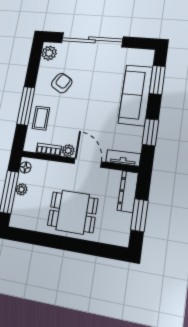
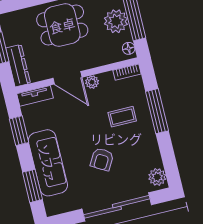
armchair: (62, 83) -> (102, 159), moved
coffee table: (41, 118) -> (122, 117), moved, turned 90
bookcase: (49, 149) -> (127, 72), moved
plant: (21, 189) -> (116, 21), width x1.88, depth x1.88

